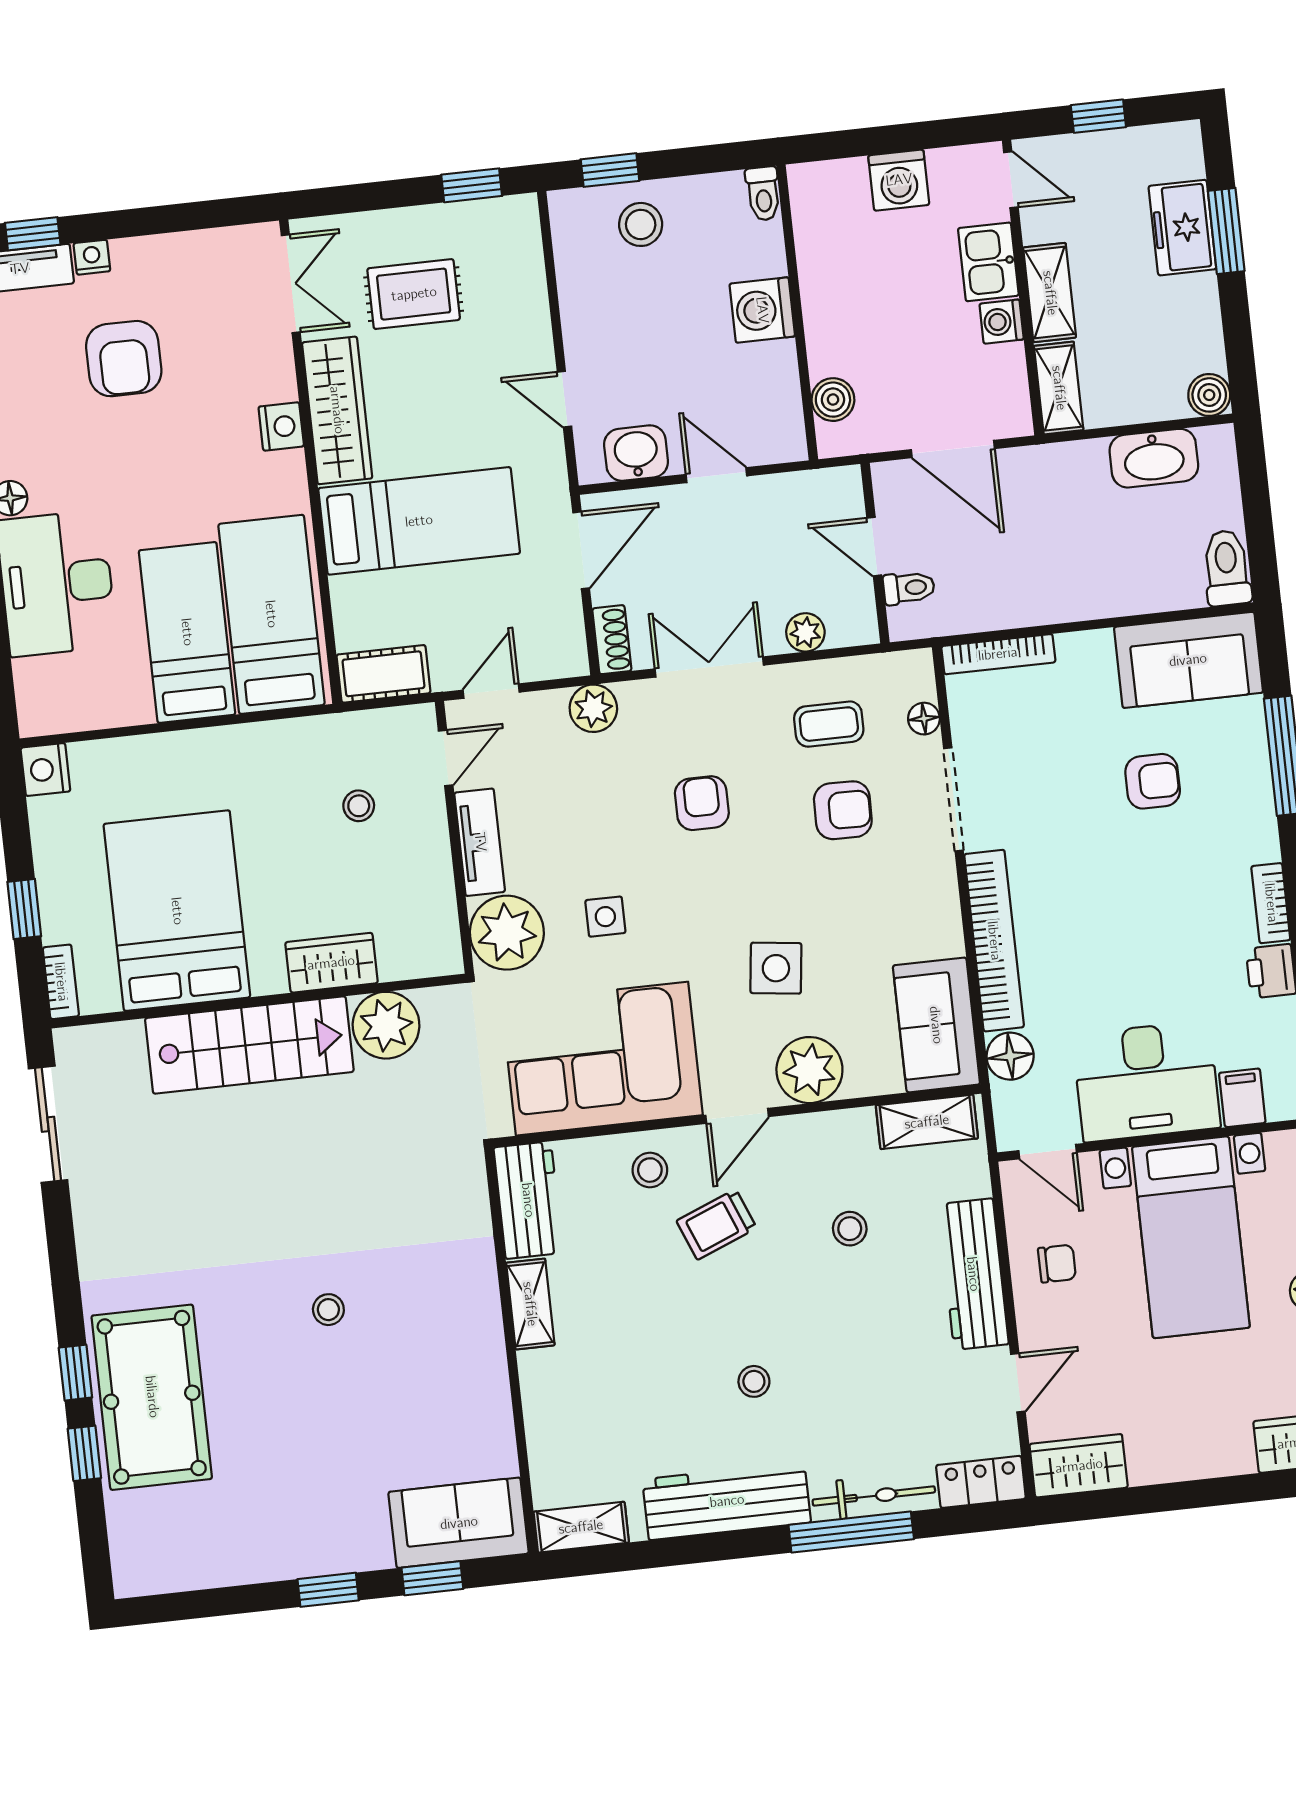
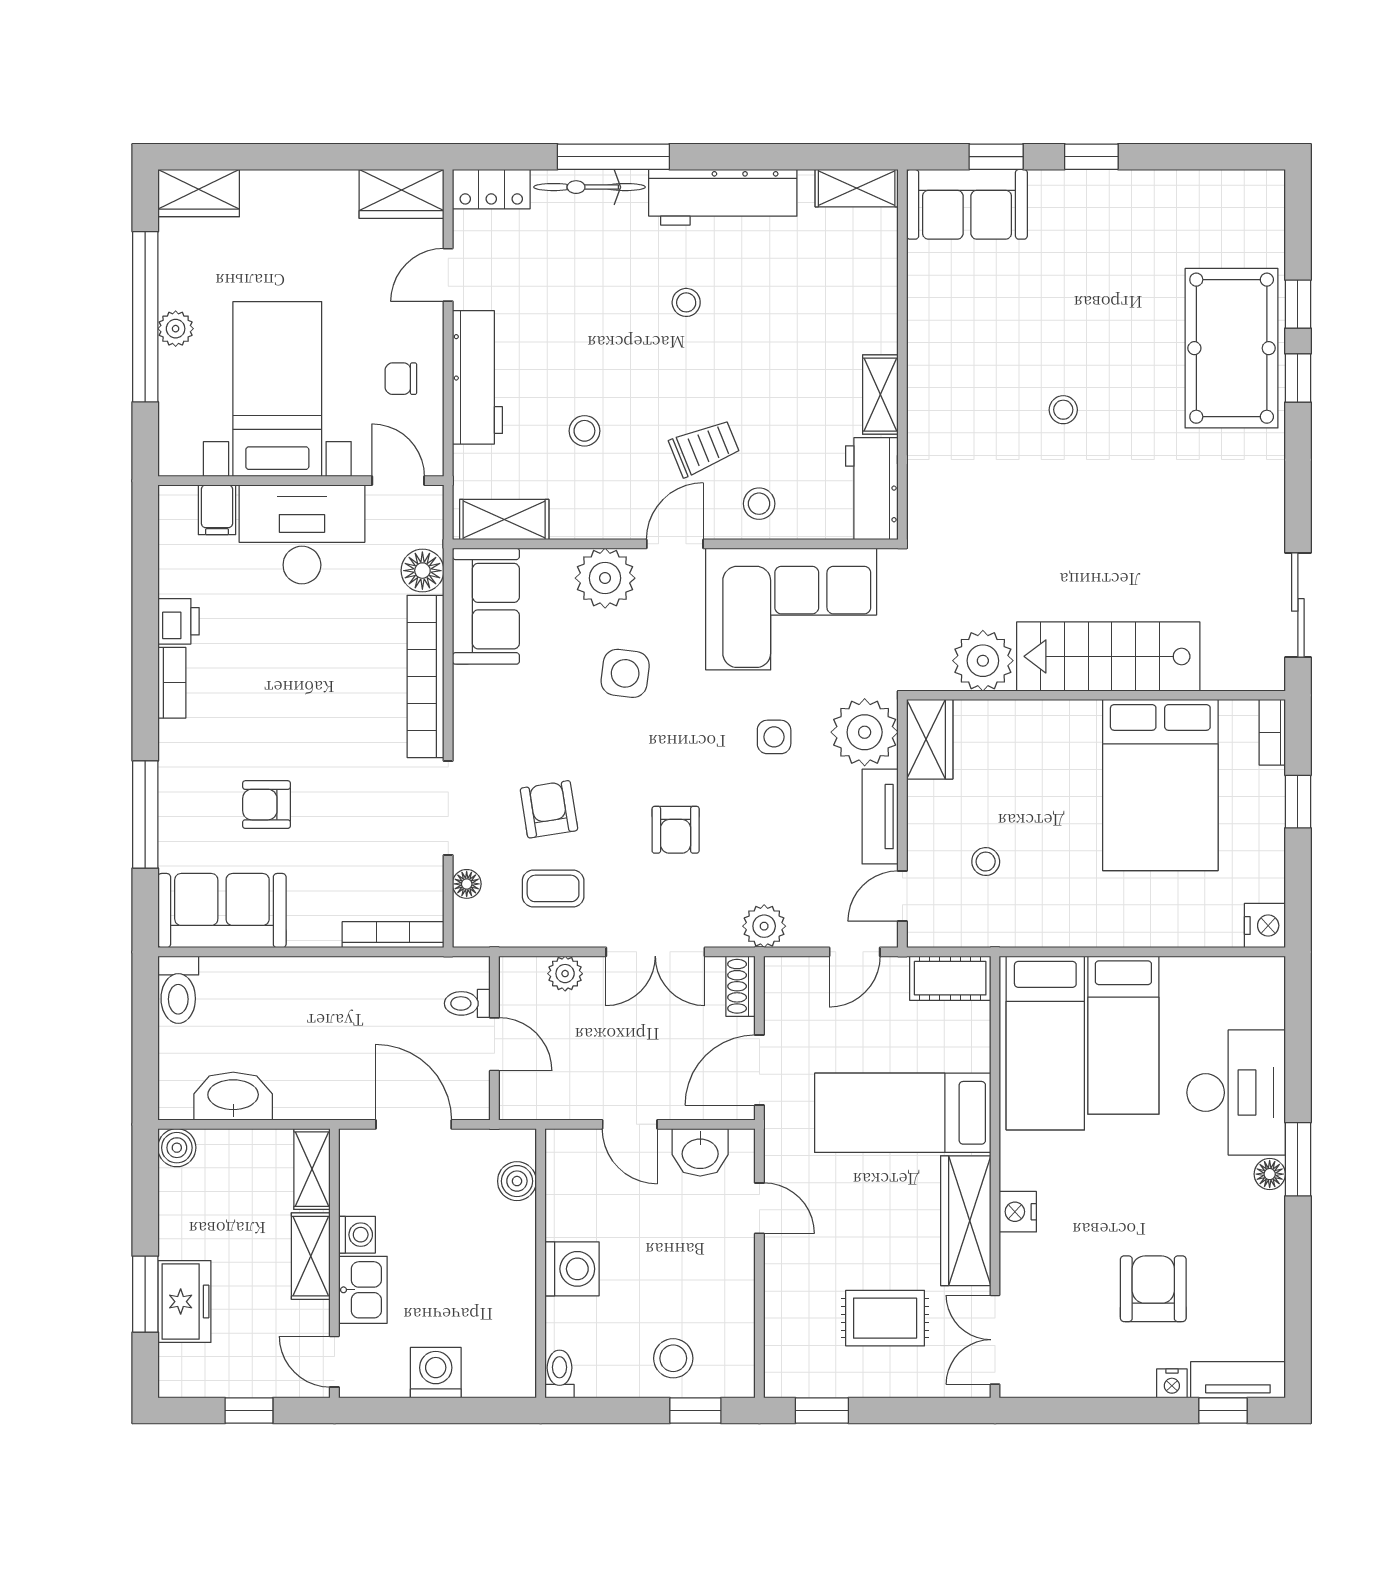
armchair: (843, 810) -> (549, 809), turned 80
wardrobe: (331, 963) -> (930, 739), moved, turned -90

